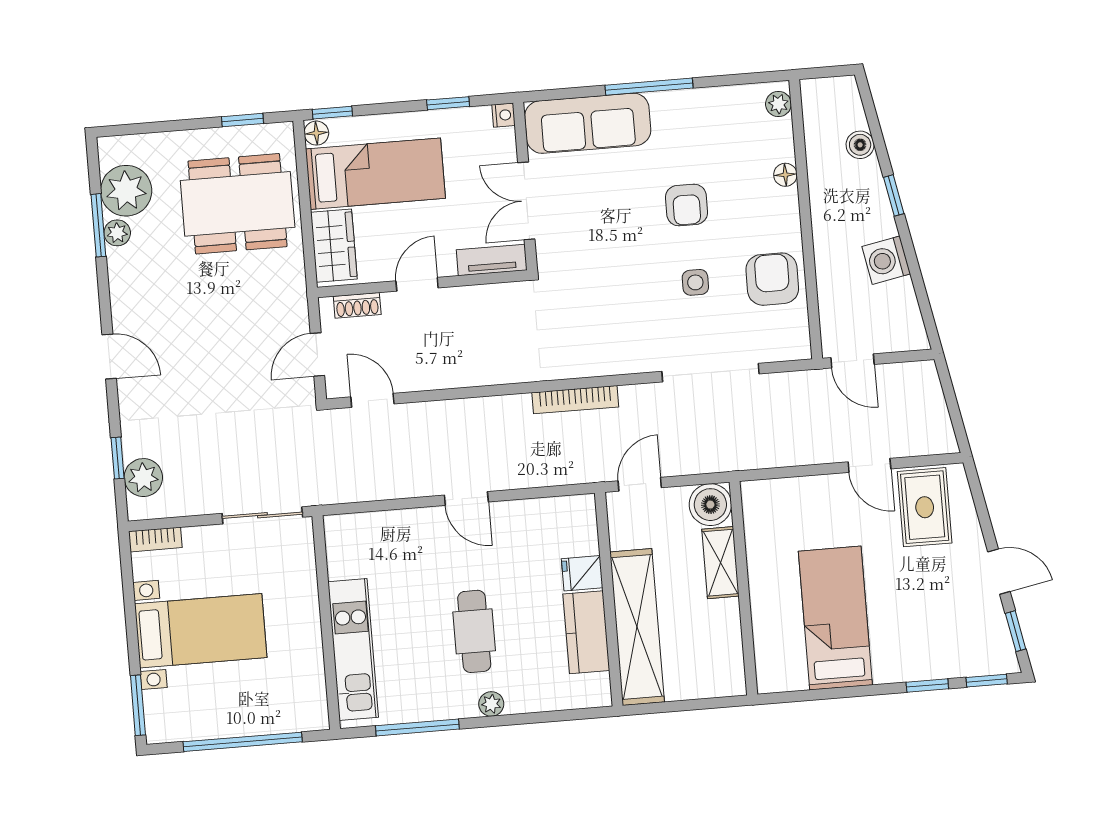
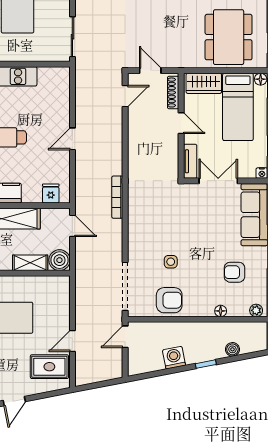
armchair: (686, 205) -> (234, 272), moved
shoe rack: (357, 305) -> (173, 92), width x1.43
doorway: (711, 373) -> (125, 286), moved
fridge: (582, 573) -> (51, 193), moved

